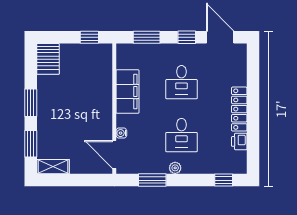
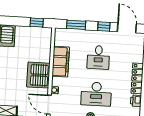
server rack: (97, 113) -> (38, 75), added
desk: (181, 135) -> (96, 94), width x1.37

